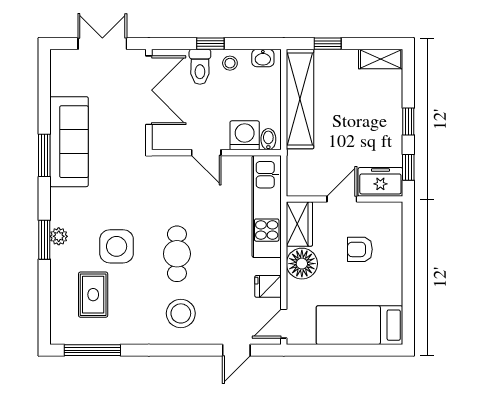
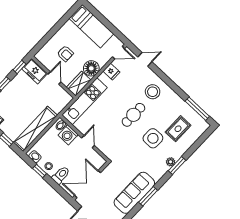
window: (210, 44) -> (40, 171), moved
door: (342, 199) -> (55, 78), swing flipped

